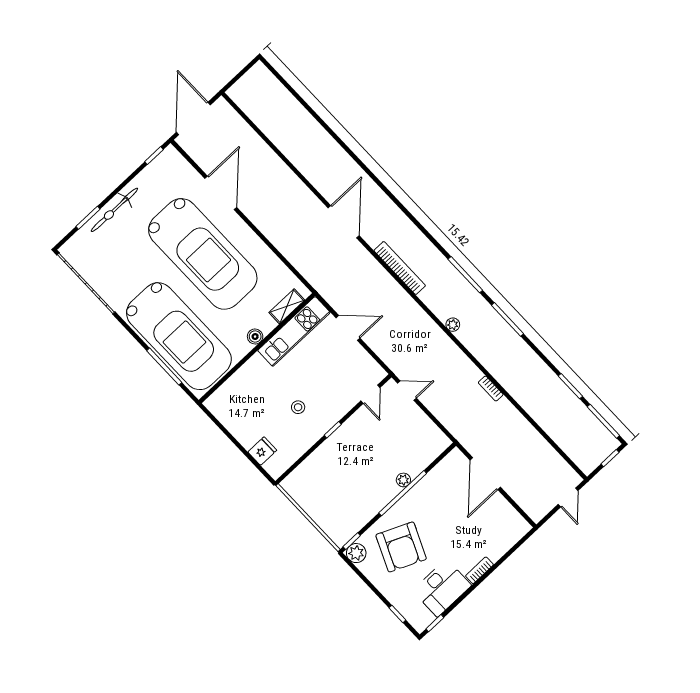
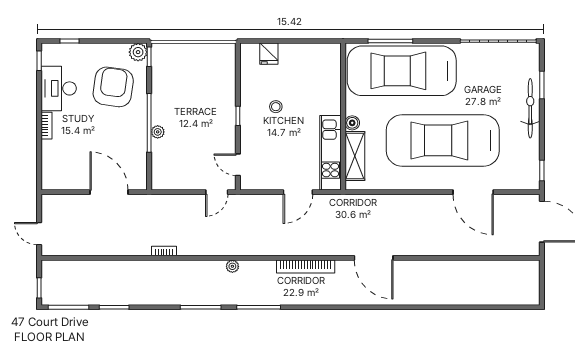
shelving: (287, 306) -> (355, 156), width x1.50, depth x1.33
armchair: (401, 547) -> (113, 87), turned 74

